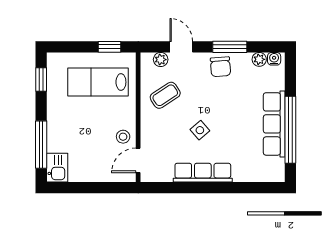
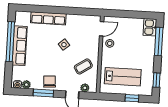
window: (109, 47) -> (132, 98), moved
row of seats: (203, 173) -> (48, 18), moved

